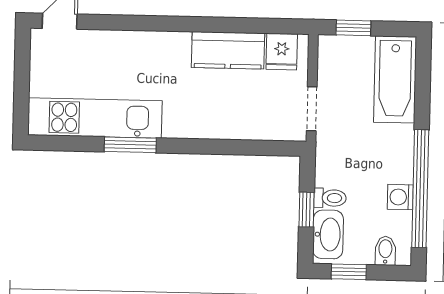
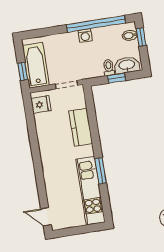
kitchen counter: (228, 50) -> (81, 127), moved, turned 180
bathtub: (395, 79) -> (36, 65), moved, turned -90
washing machine: (400, 197) -> (85, 36), moved
window: (349, 272) -> (141, 37), moved

